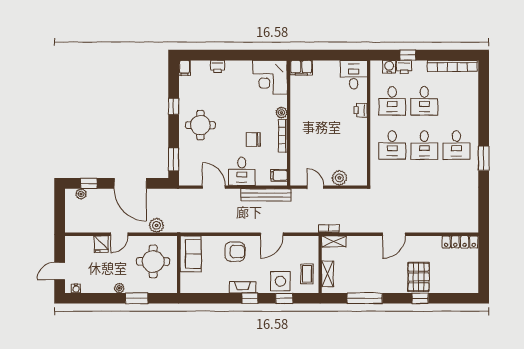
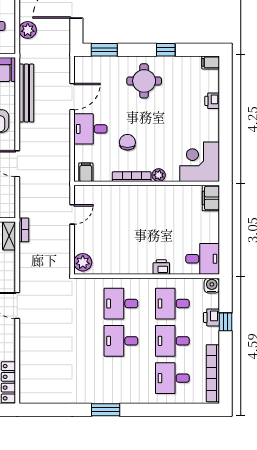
water cooler: (389, 67) -> (212, 286), moved, turned -90
desk: (456, 145) -> (172, 378), moved
plant: (339, 178) -> (83, 262), moved
bench: (266, 195) -> (26, 93), moved

